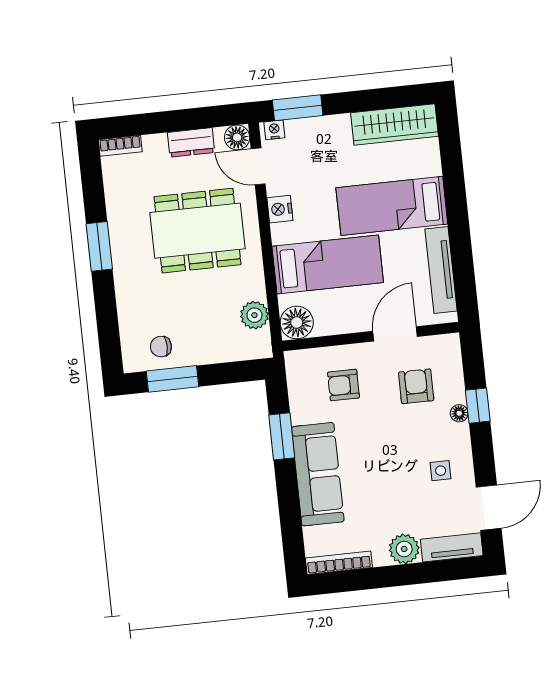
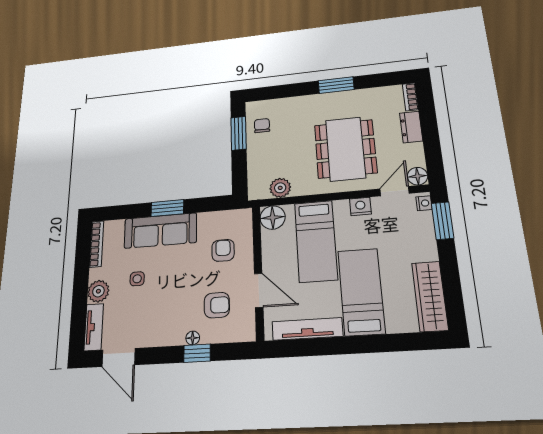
dresser: (191, 142) -> (411, 127), moved
window: (282, 436) -> (167, 208), moved
side table: (441, 471) -> (137, 279), moved

